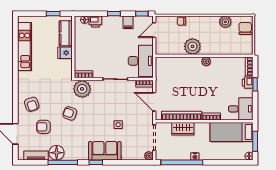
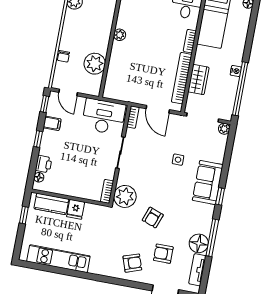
plant: (192, 46) -> (95, 64), moved
door: (154, 102) -> (158, 109), hinge flipped
armchair: (43, 127) -> (163, 254), turned 90

